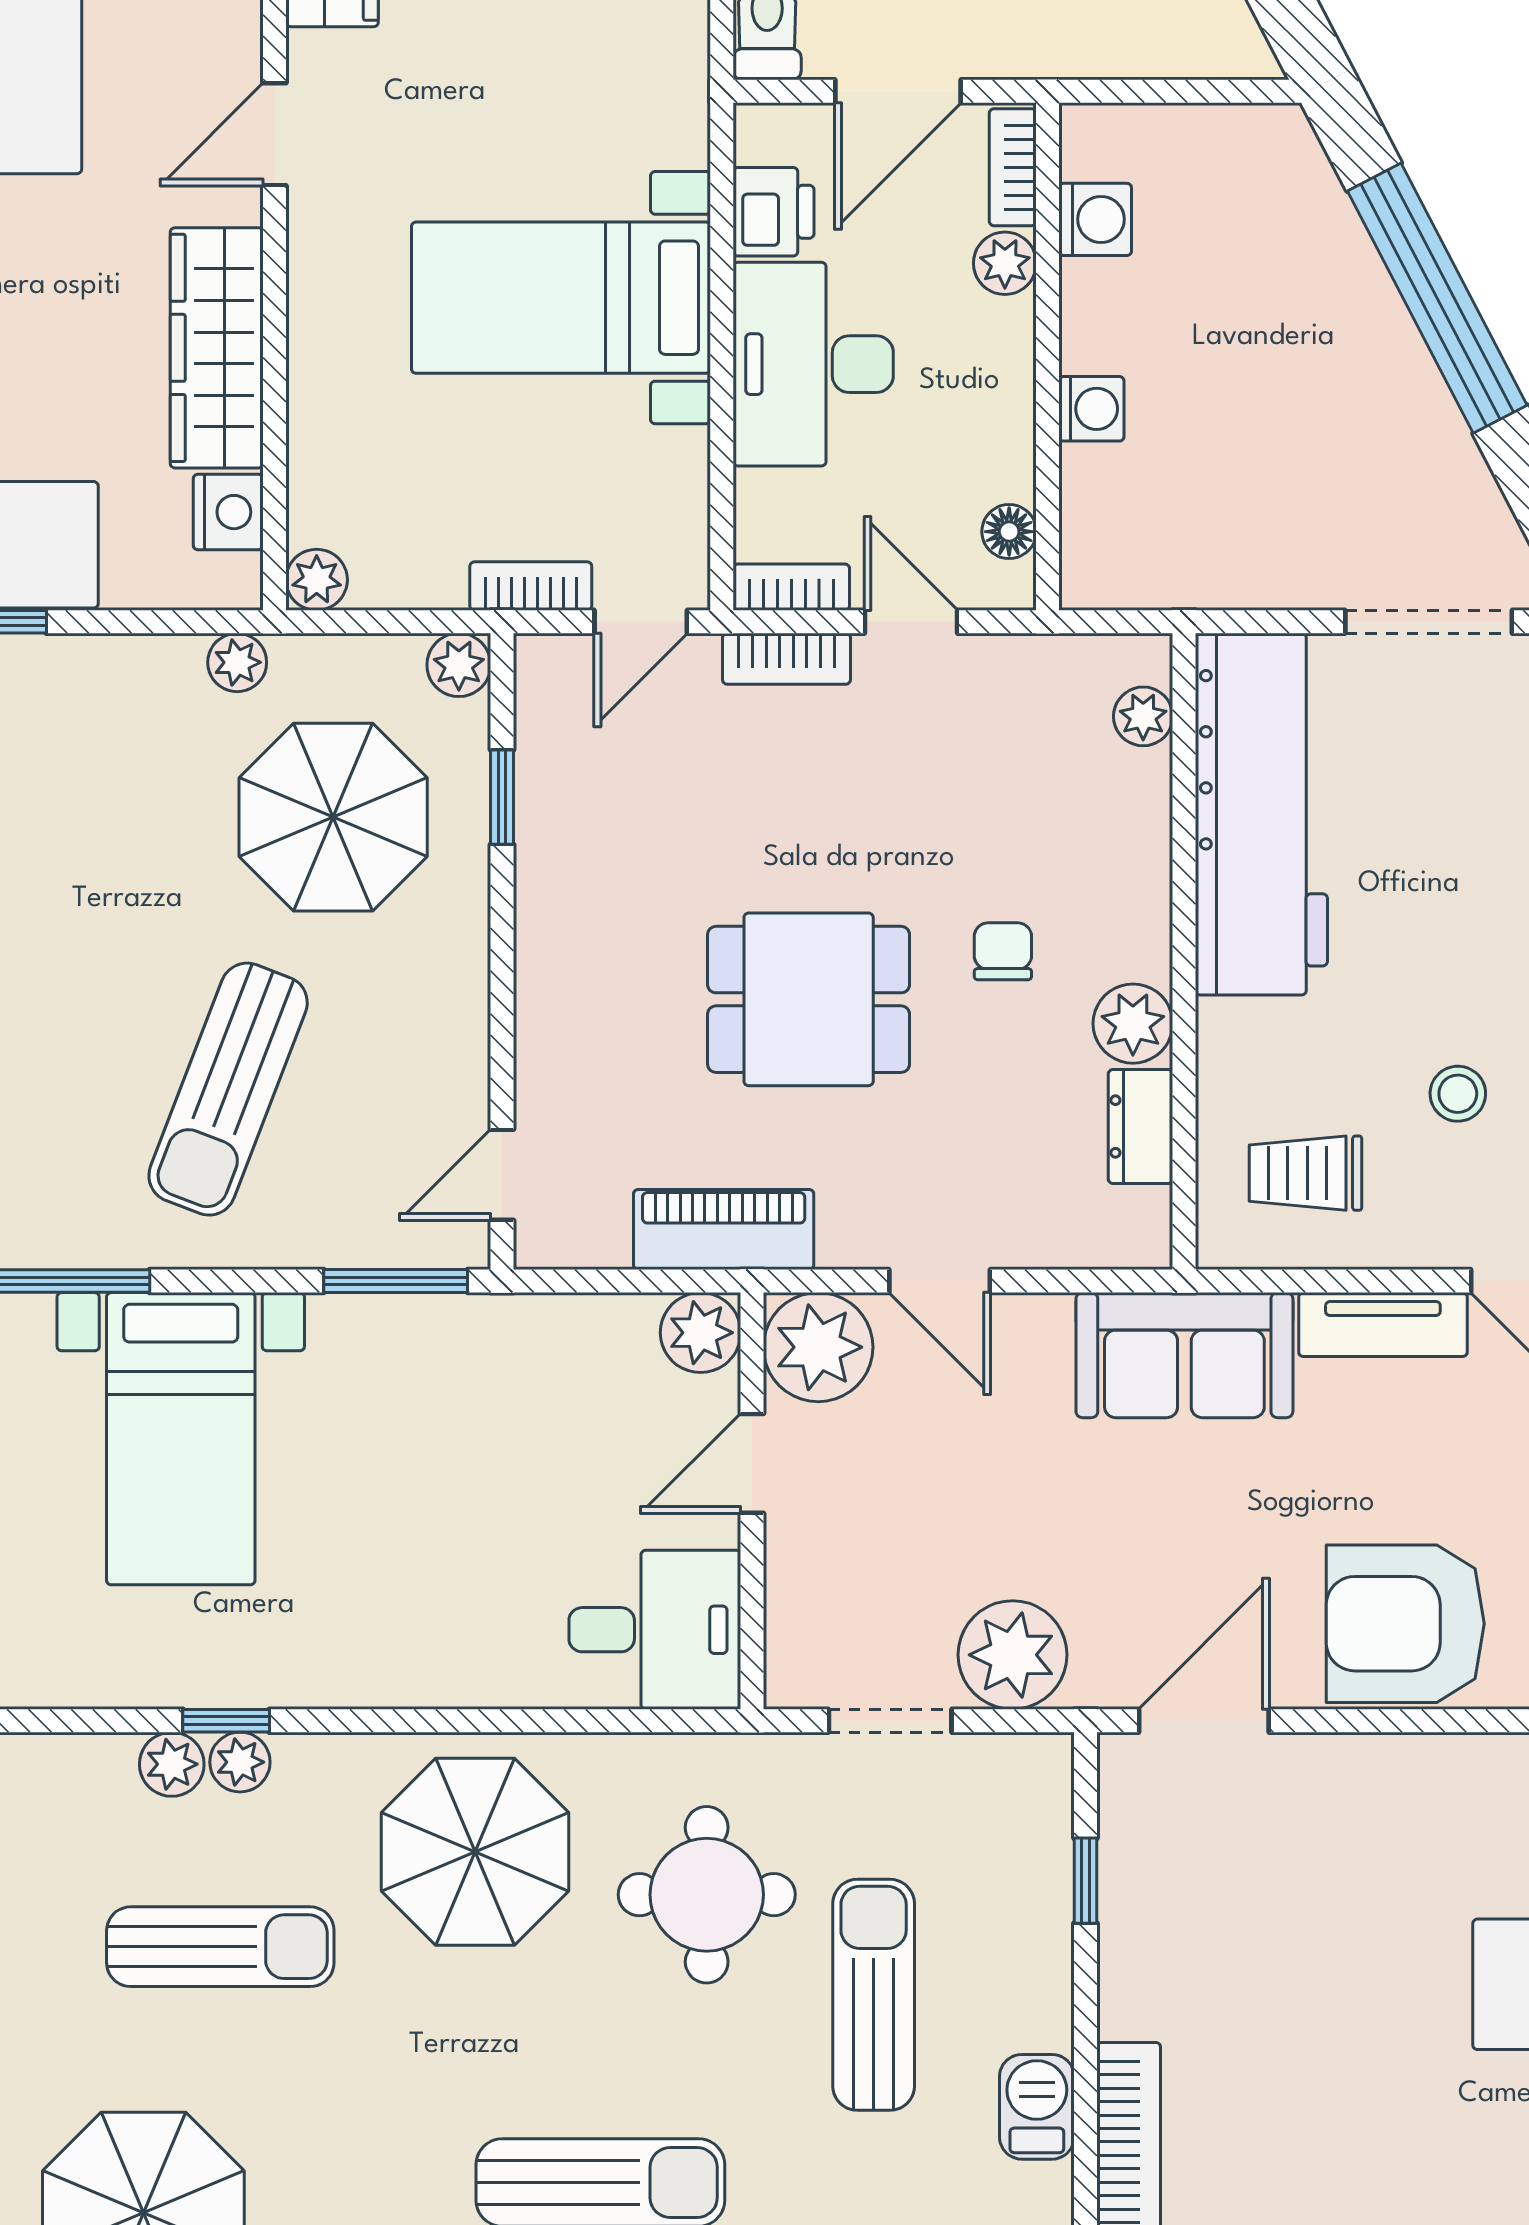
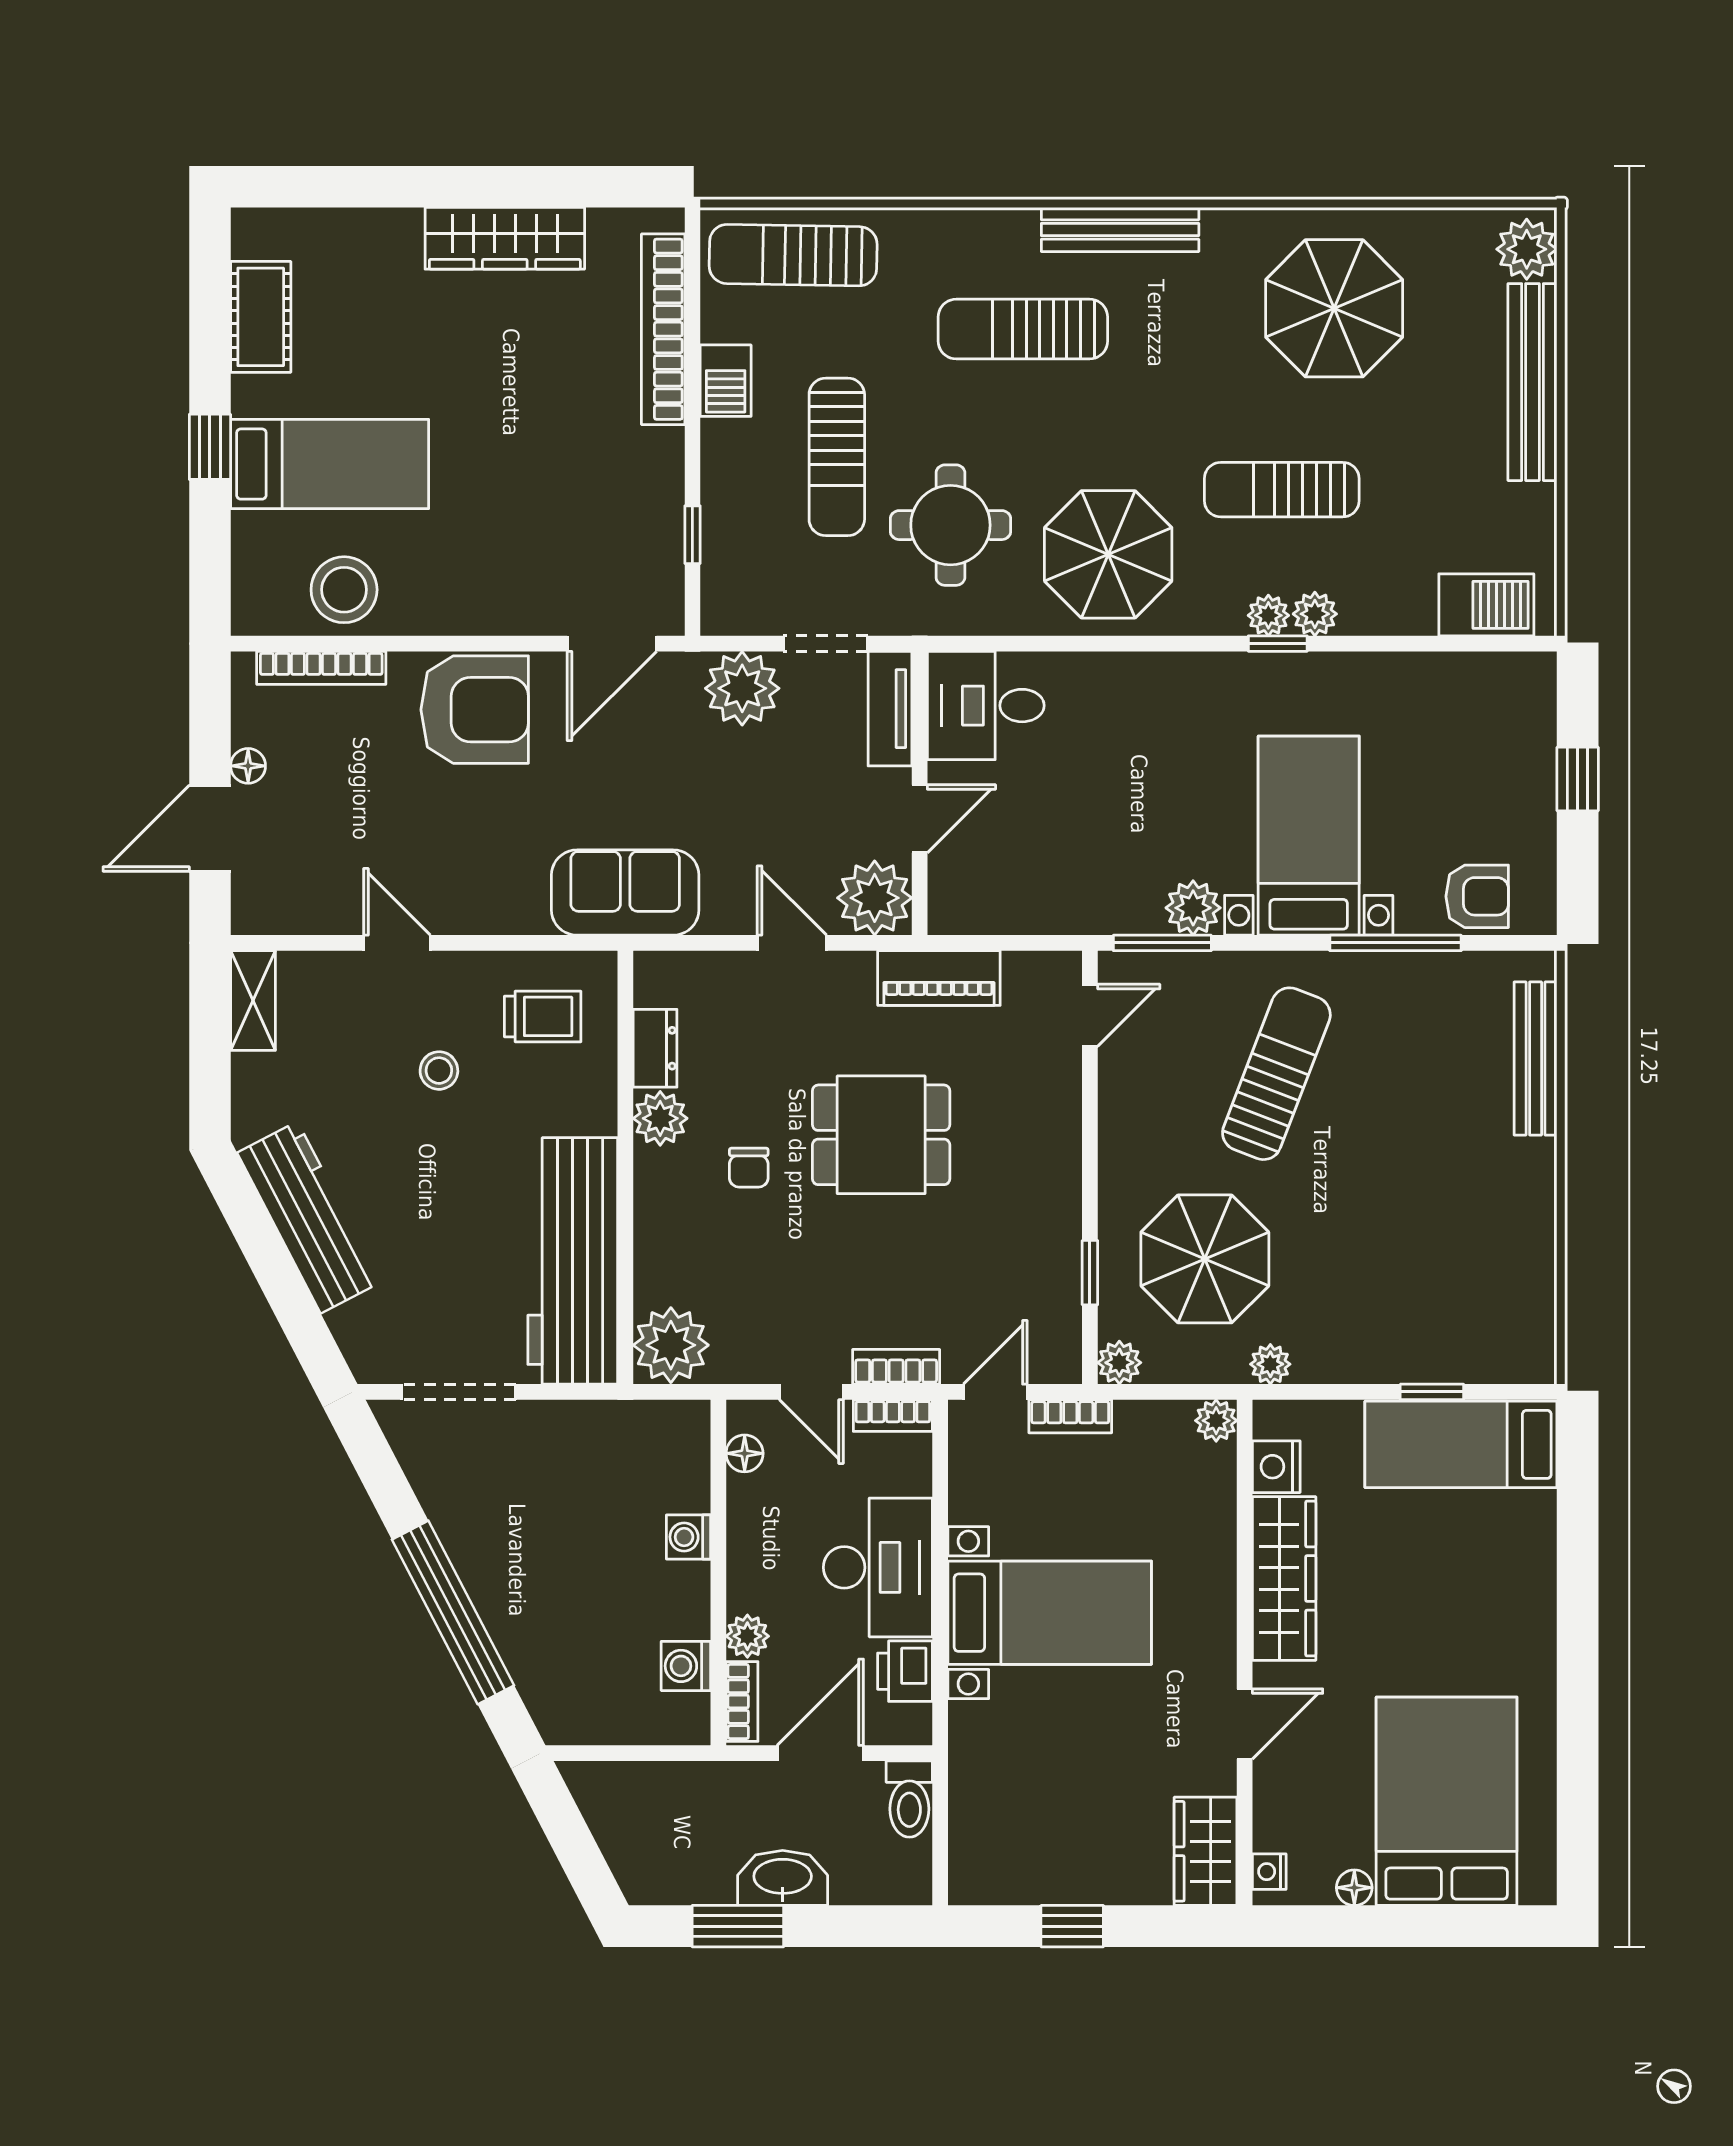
plant: (1143, 716) -> (671, 1345), width x1.88, depth x1.88
tv unit: (1383, 1325) -> (890, 709), moved, turned -90
plant: (701, 1333) -> (1193, 908), moved

